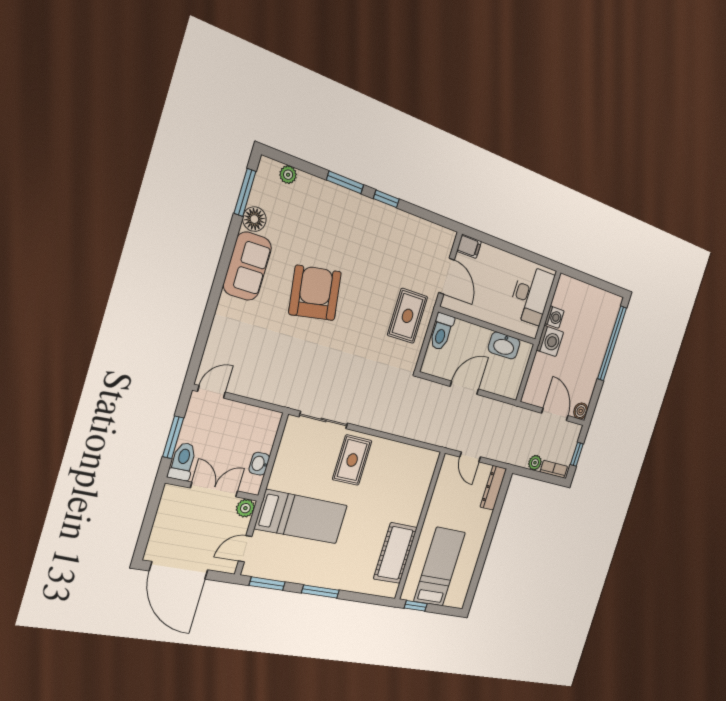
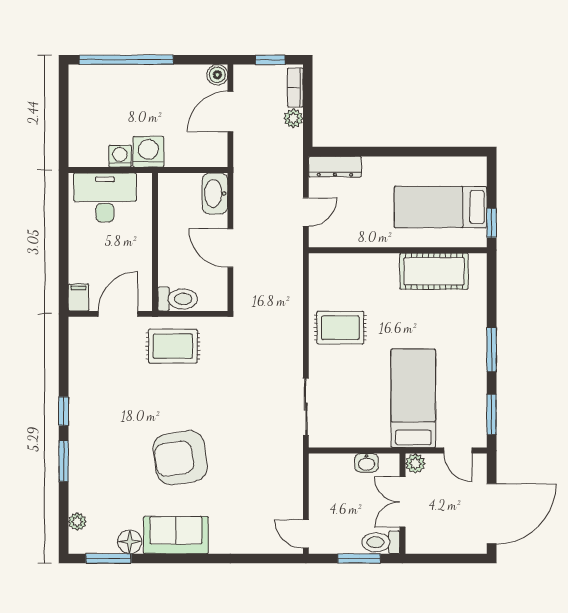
washbasin: (504, 345) -> (215, 194), moved, turned 180
rug: (352, 460) -> (340, 328), moved

